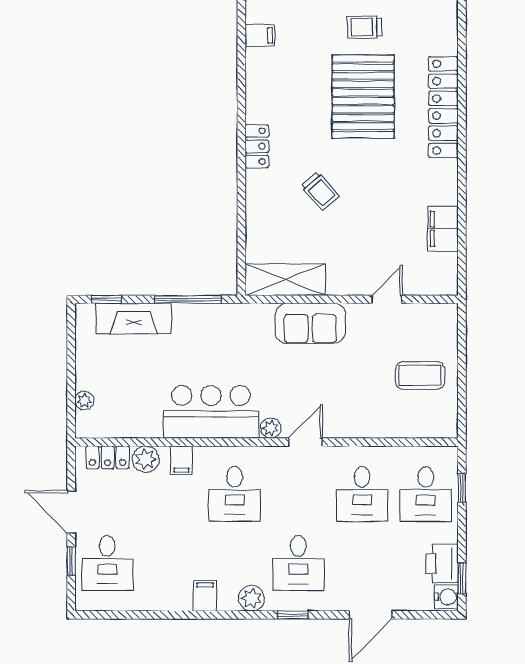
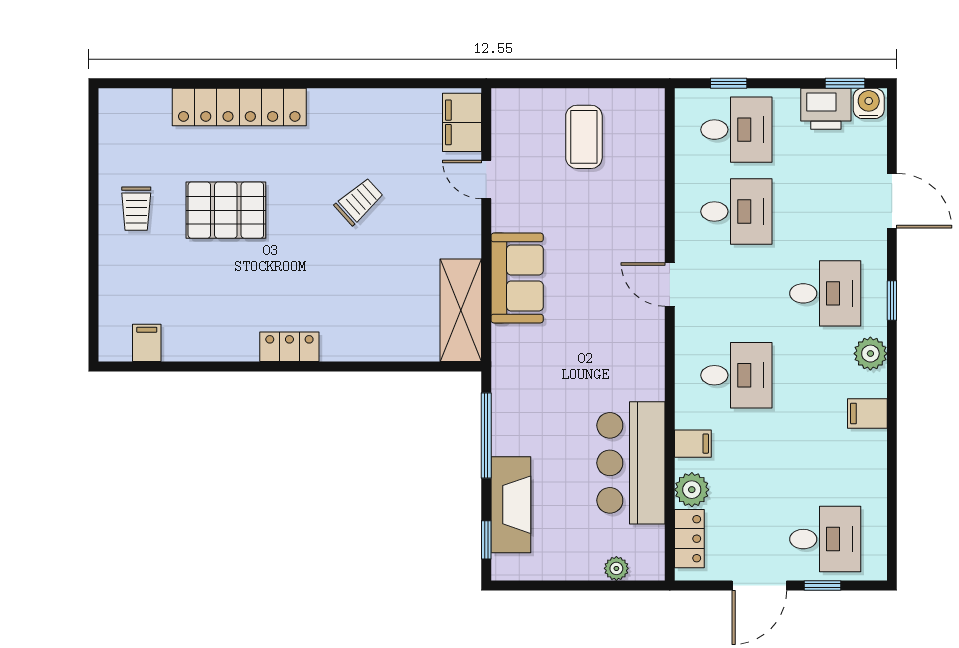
pallet: (363, 97) -> (226, 210), width x0.73, depth x0.71
trolley: (320, 191) -> (359, 201), moved
filing cabinet: (443, 229) -> (462, 122), moved, turned 90
bar counter: (211, 412) -> (631, 463), moved
plant: (271, 428) -> (652, 329), removed

